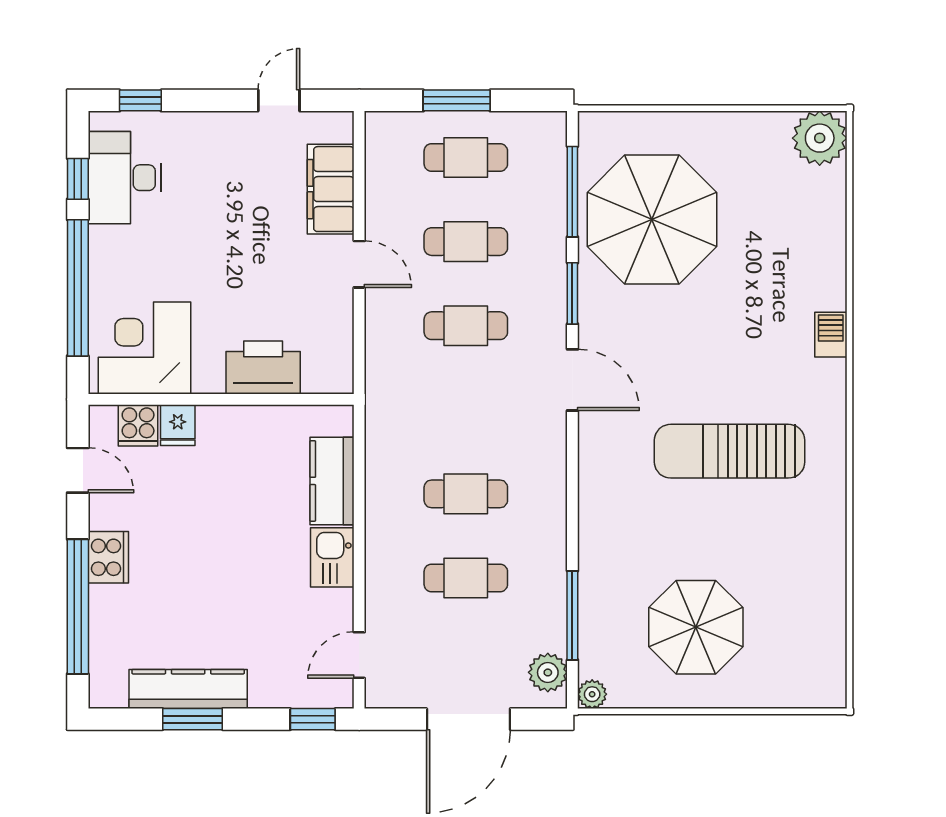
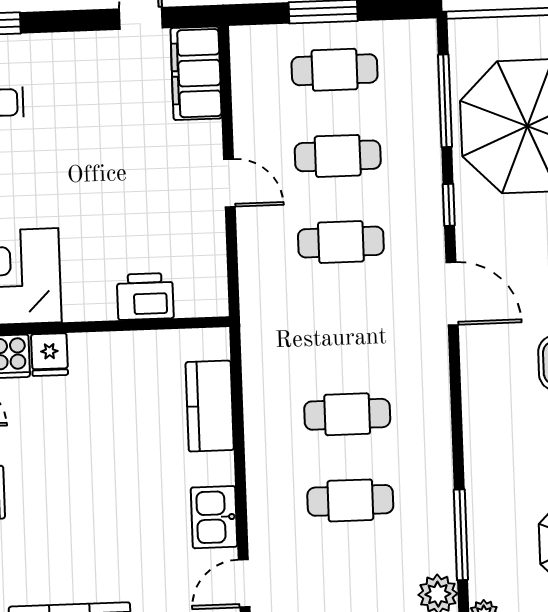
filing cabinet: (331, 189) -> (196, 73), moved
window: (572, 293) -> (449, 205), width x0.67
printer: (263, 367) -> (145, 296), width x0.73, depth x0.84
kitchen sink: (332, 557) -> (214, 517), moved

